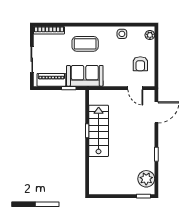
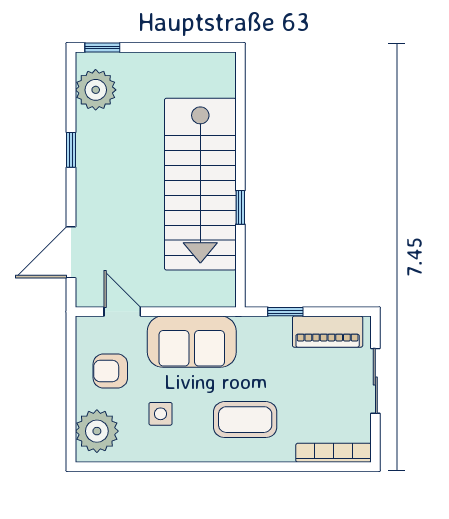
side table: (122, 34) -> (161, 414), moved
plant: (150, 35) -> (97, 431), width x1.88, depth x1.88
armchair: (140, 64) -> (110, 371), turned -90
sofa: (85, 76) -> (192, 342), moved
stairs: (99, 131) -> (200, 184), width x1.36, depth x1.51

